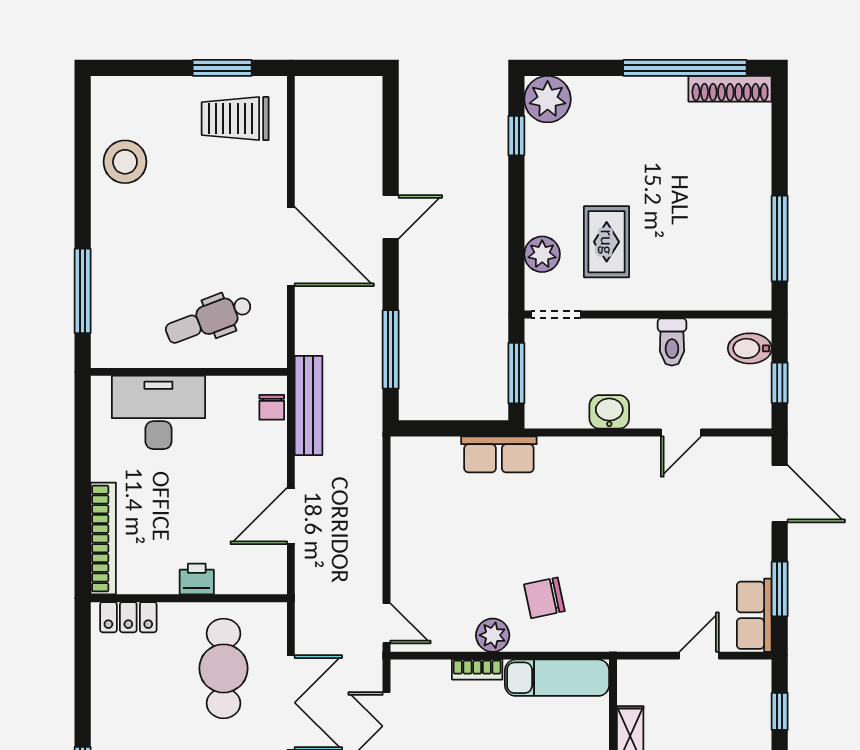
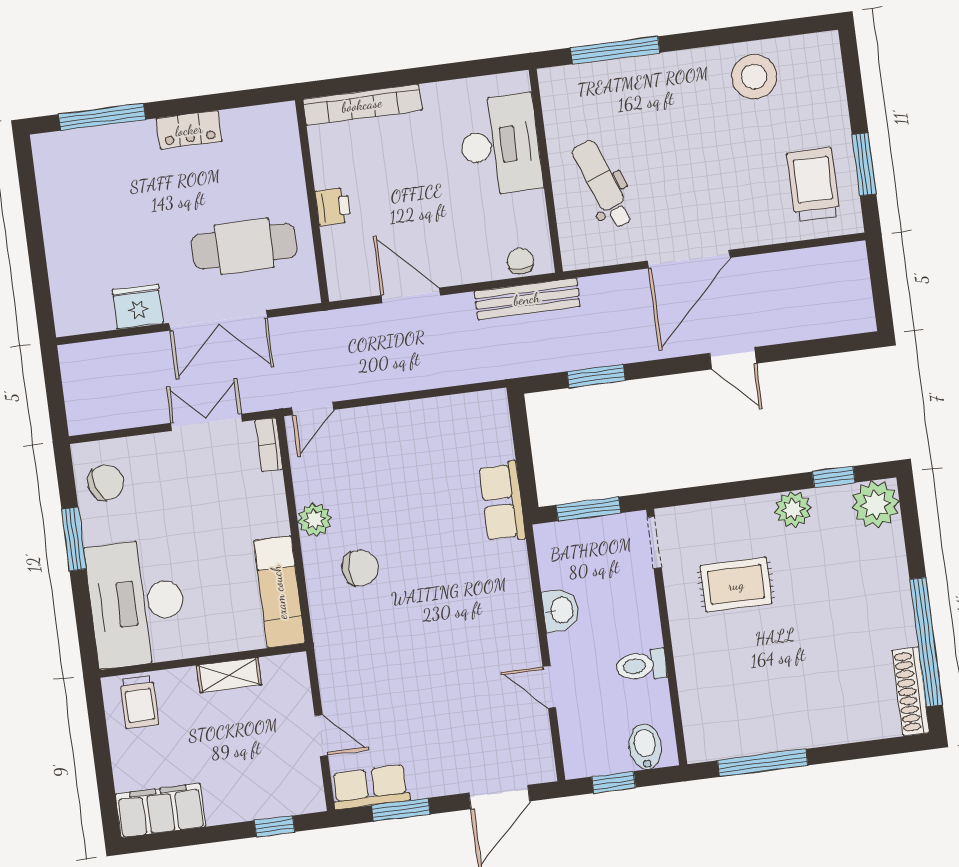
plant: (542, 254) -> (793, 509), moved
window: (391, 349) -> (596, 376), width x0.69
chair: (272, 407) -> (520, 261), turned 90
chair: (544, 598) -> (360, 568), turned 102
locker: (128, 617) -> (189, 130), moved, turned -90
bookcase: (477, 670) -> (269, 445), moved

